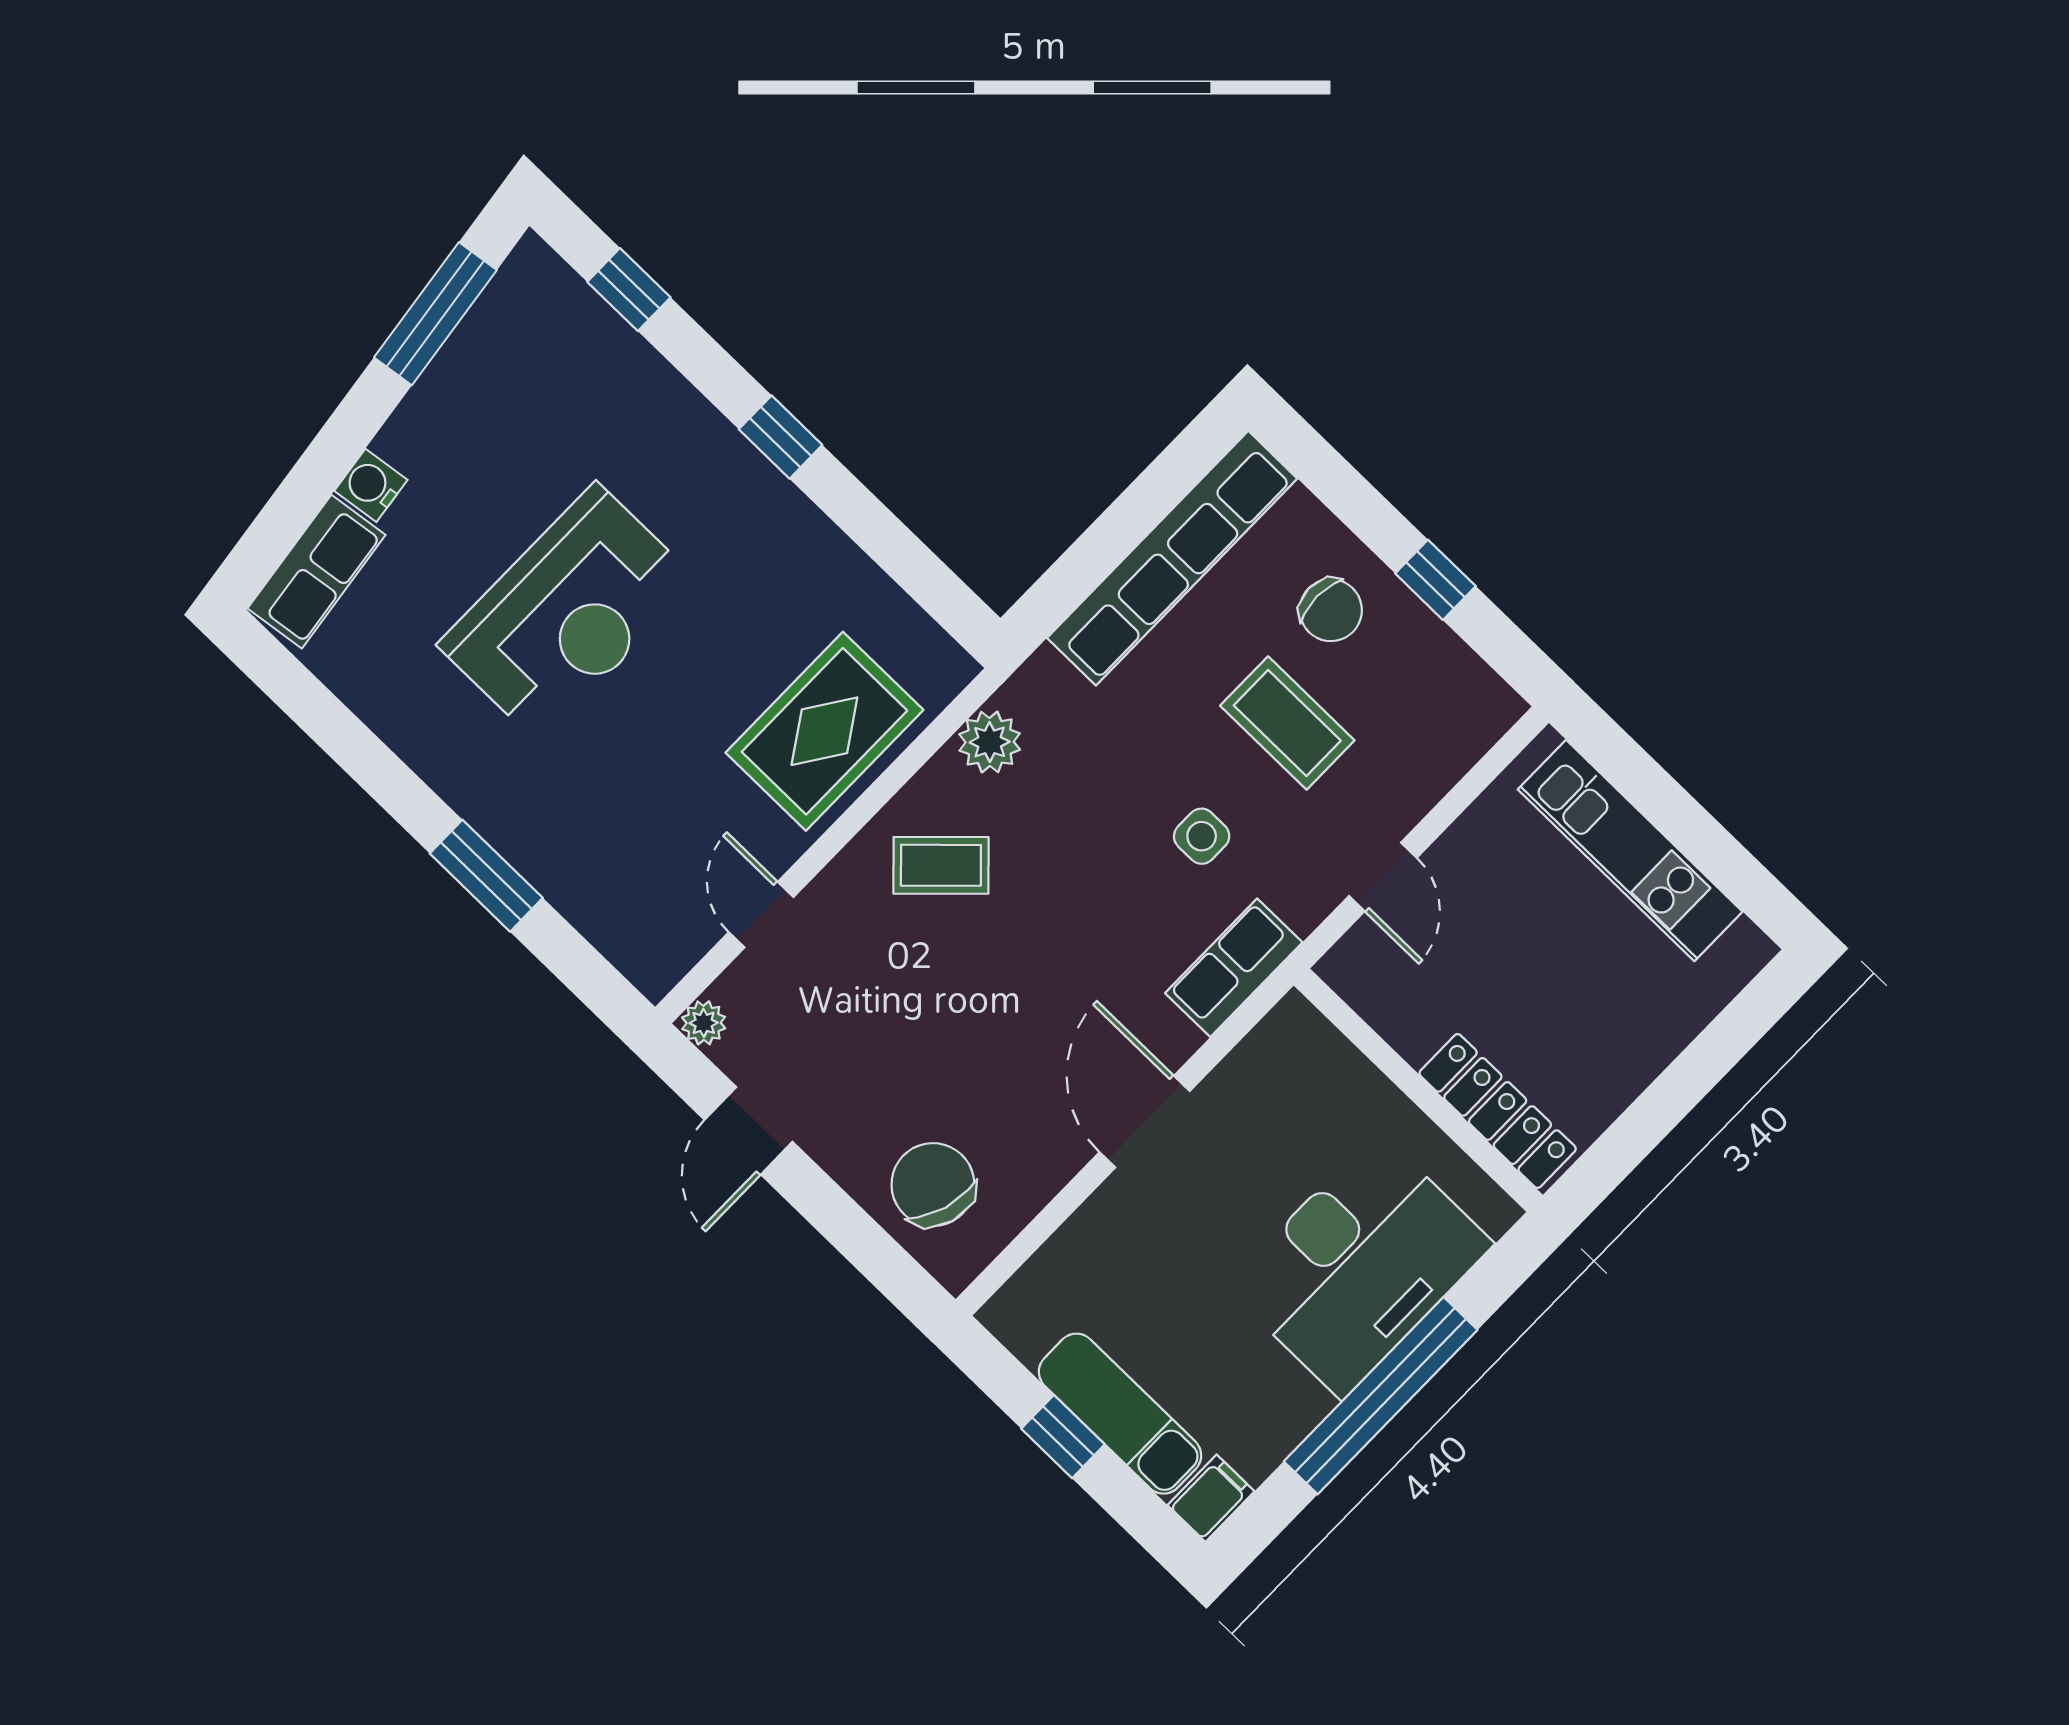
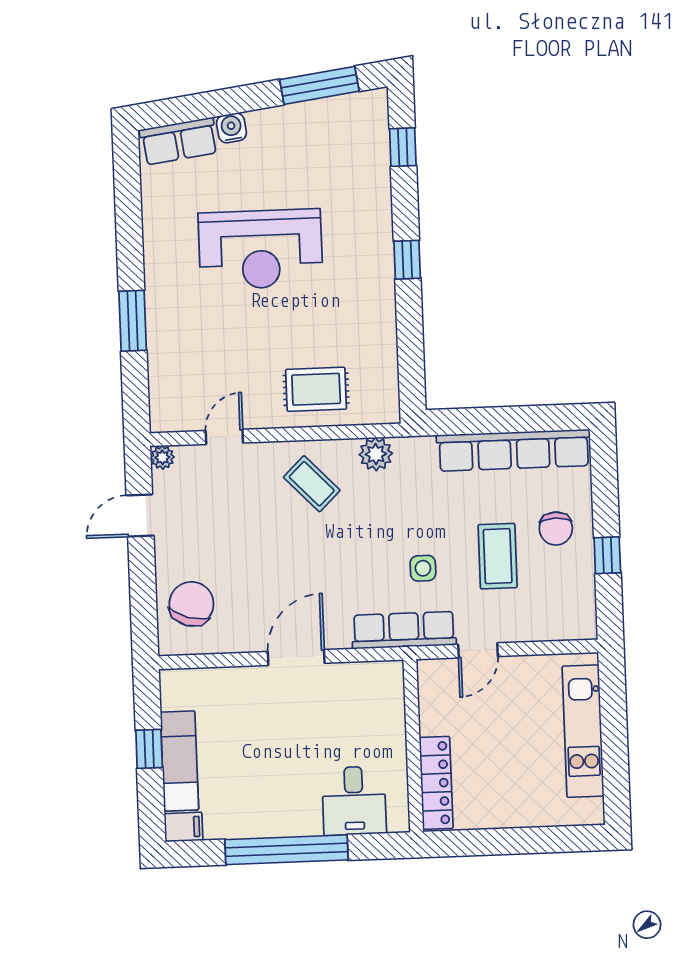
rug: (824, 731) -> (316, 389), width x0.73, depth x0.70
row of seats: (1234, 968) -> (404, 630), width x1.48
desk: (1359, 1265) -> (354, 801), width x0.53, depth x0.77

